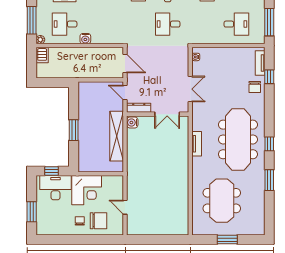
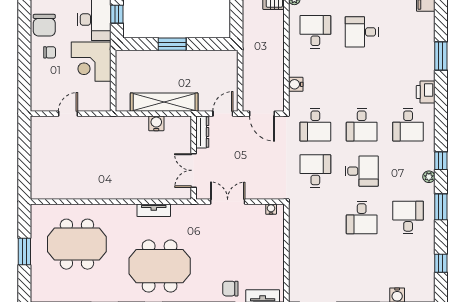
desk: (236, 24) -> (315, 125), moved
water cooler: (85, 39) -> (296, 84), moved
door: (125, 64) -> (262, 114), hinge flipped
double door: (190, 89) -> (228, 202), swing flipped
water cooler: (132, 122) -> (156, 123), moved
meeting table: (238, 139) -> (160, 266), width x0.73
chair: (98, 221) -> (44, 25), moved

